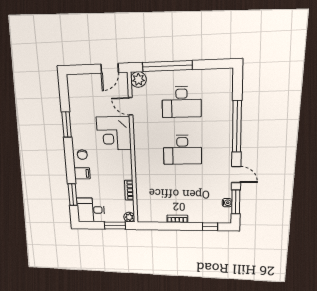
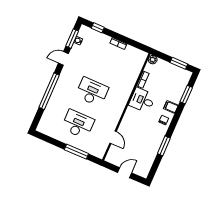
window: (167, 66) -> (76, 152), width x0.68
door: (110, 68) -> (125, 173), moved
plant: (138, 79) -> (99, 152), removed
corner desk: (114, 133) -> (134, 125), removed
door: (236, 174) -> (63, 58), hinge flipped
desk: (91, 210) -> (142, 100), moved, turned 180
window: (115, 226) -> (179, 63), moved

